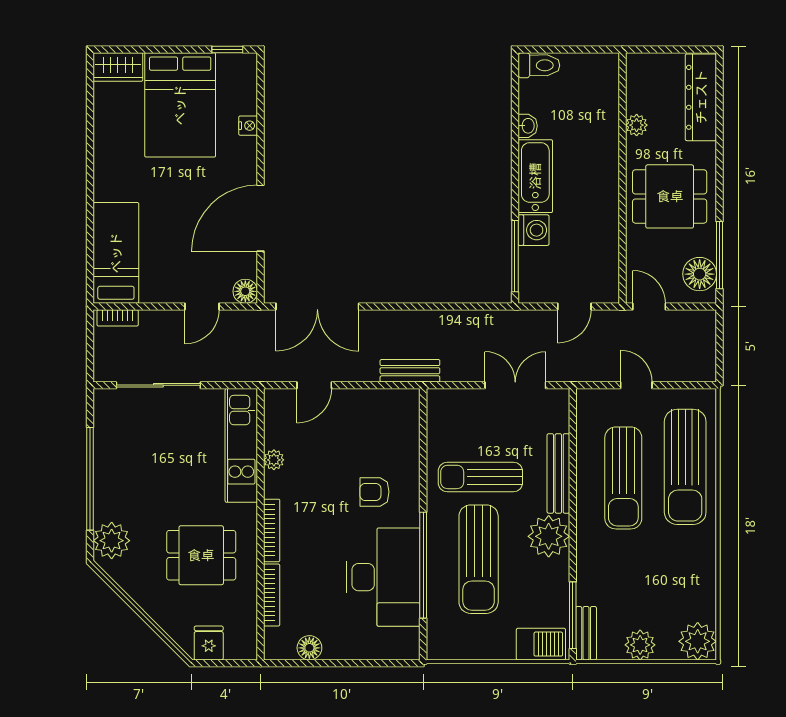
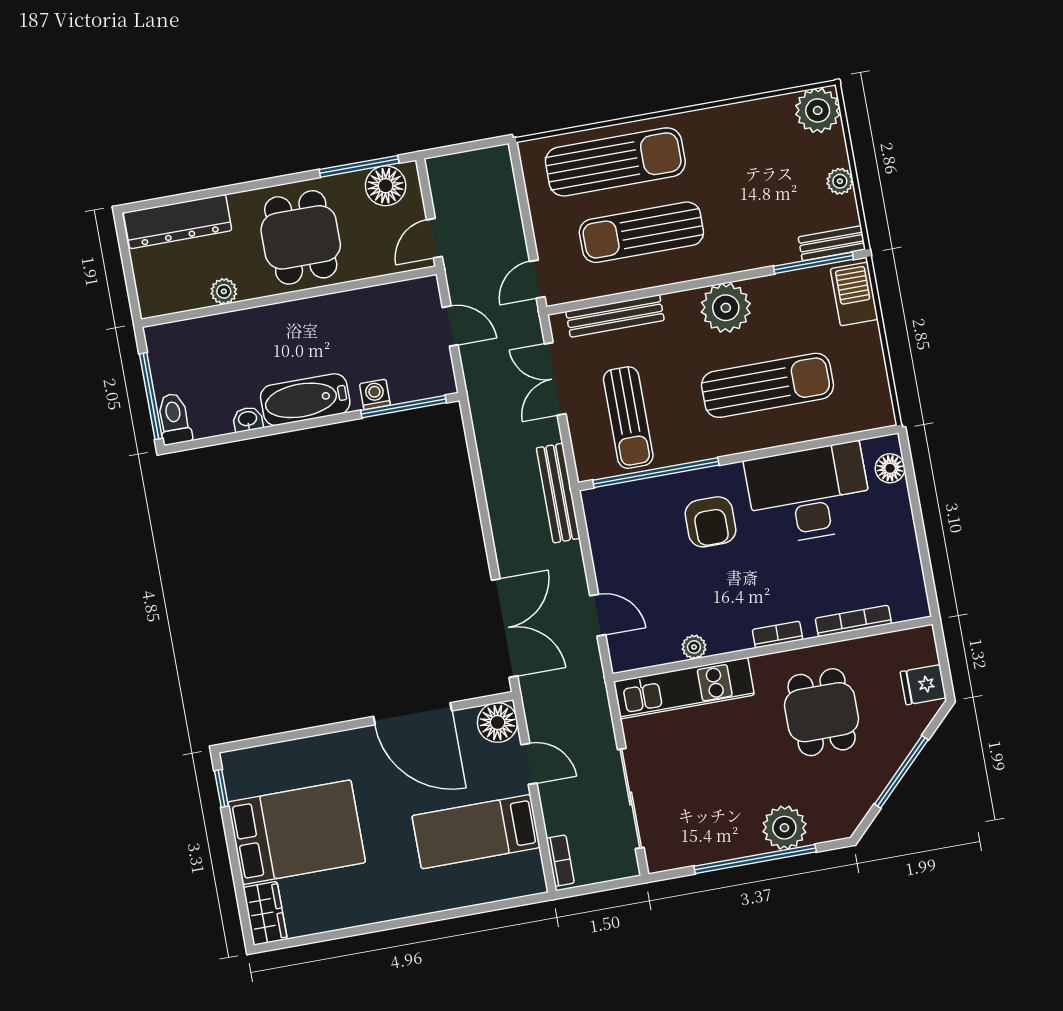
window: (561, 49) -> (151, 396), added
nightstand: (248, 126) -> (307, 748), removed
washing machine: (533, 230) -> (375, 394), width x0.73, depth x0.73
bed: (116, 253) -> (476, 832), moved
floor lamp: (245, 291) -> (498, 722), width x1.38, depth x1.38
bench: (410, 371) -> (558, 493), width x1.36
door: (636, 385) -> (537, 279), moved
bench: (558, 473) -> (615, 316), moved
sun lounger: (480, 477) -> (628, 418), moved
sun lounger: (623, 478) -> (641, 232), turned 180
armchair: (374, 492) -> (711, 522), width x1.38, depth x1.38
bookcase: (272, 530) -> (777, 635), width x0.64
plant: (112, 541) -> (784, 828), moved
window: (423, 565) -> (656, 473), moved
window: (140, 612) -> (901, 772), added
plant: (640, 645) -> (840, 181), width x0.73, depth x0.73
floor lamp: (309, 648) -> (890, 468), moved

